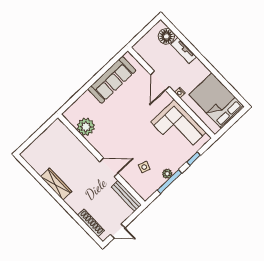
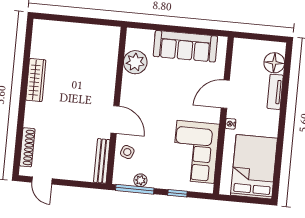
plant: (86, 127) -> (135, 62), moved
wall: (101, 160) -> (116, 105), moved
door: (109, 167) -> (115, 119), moved
bench: (126, 196) -> (102, 161), moved

